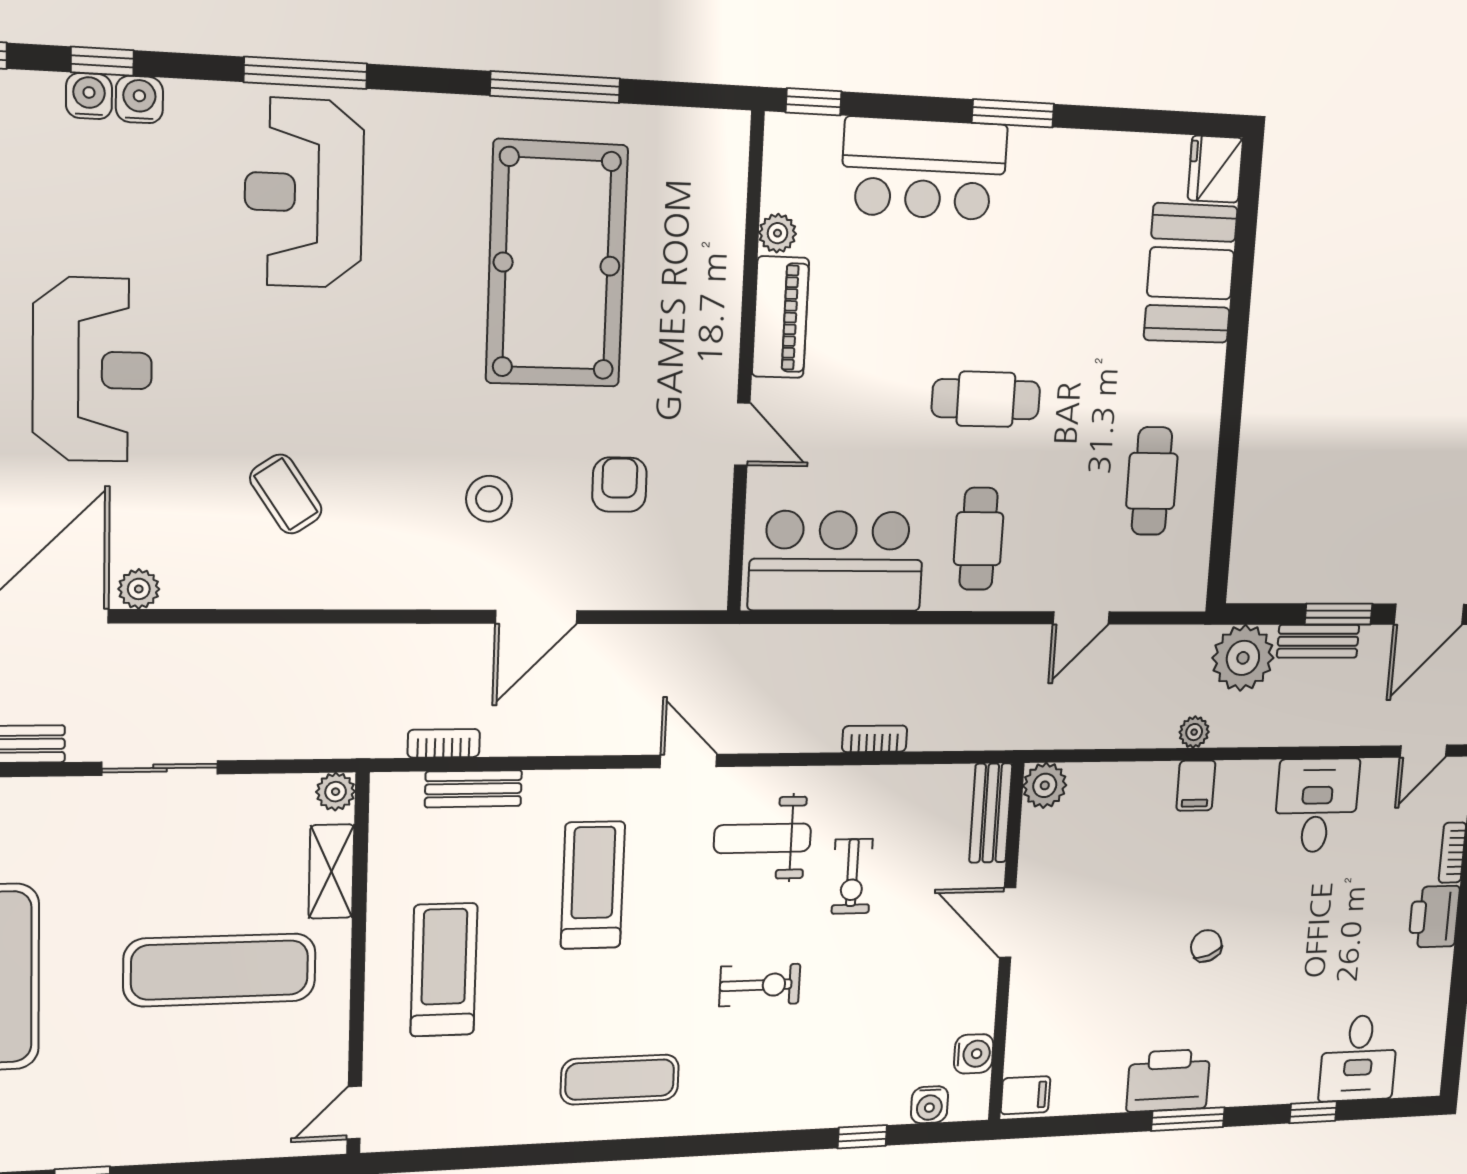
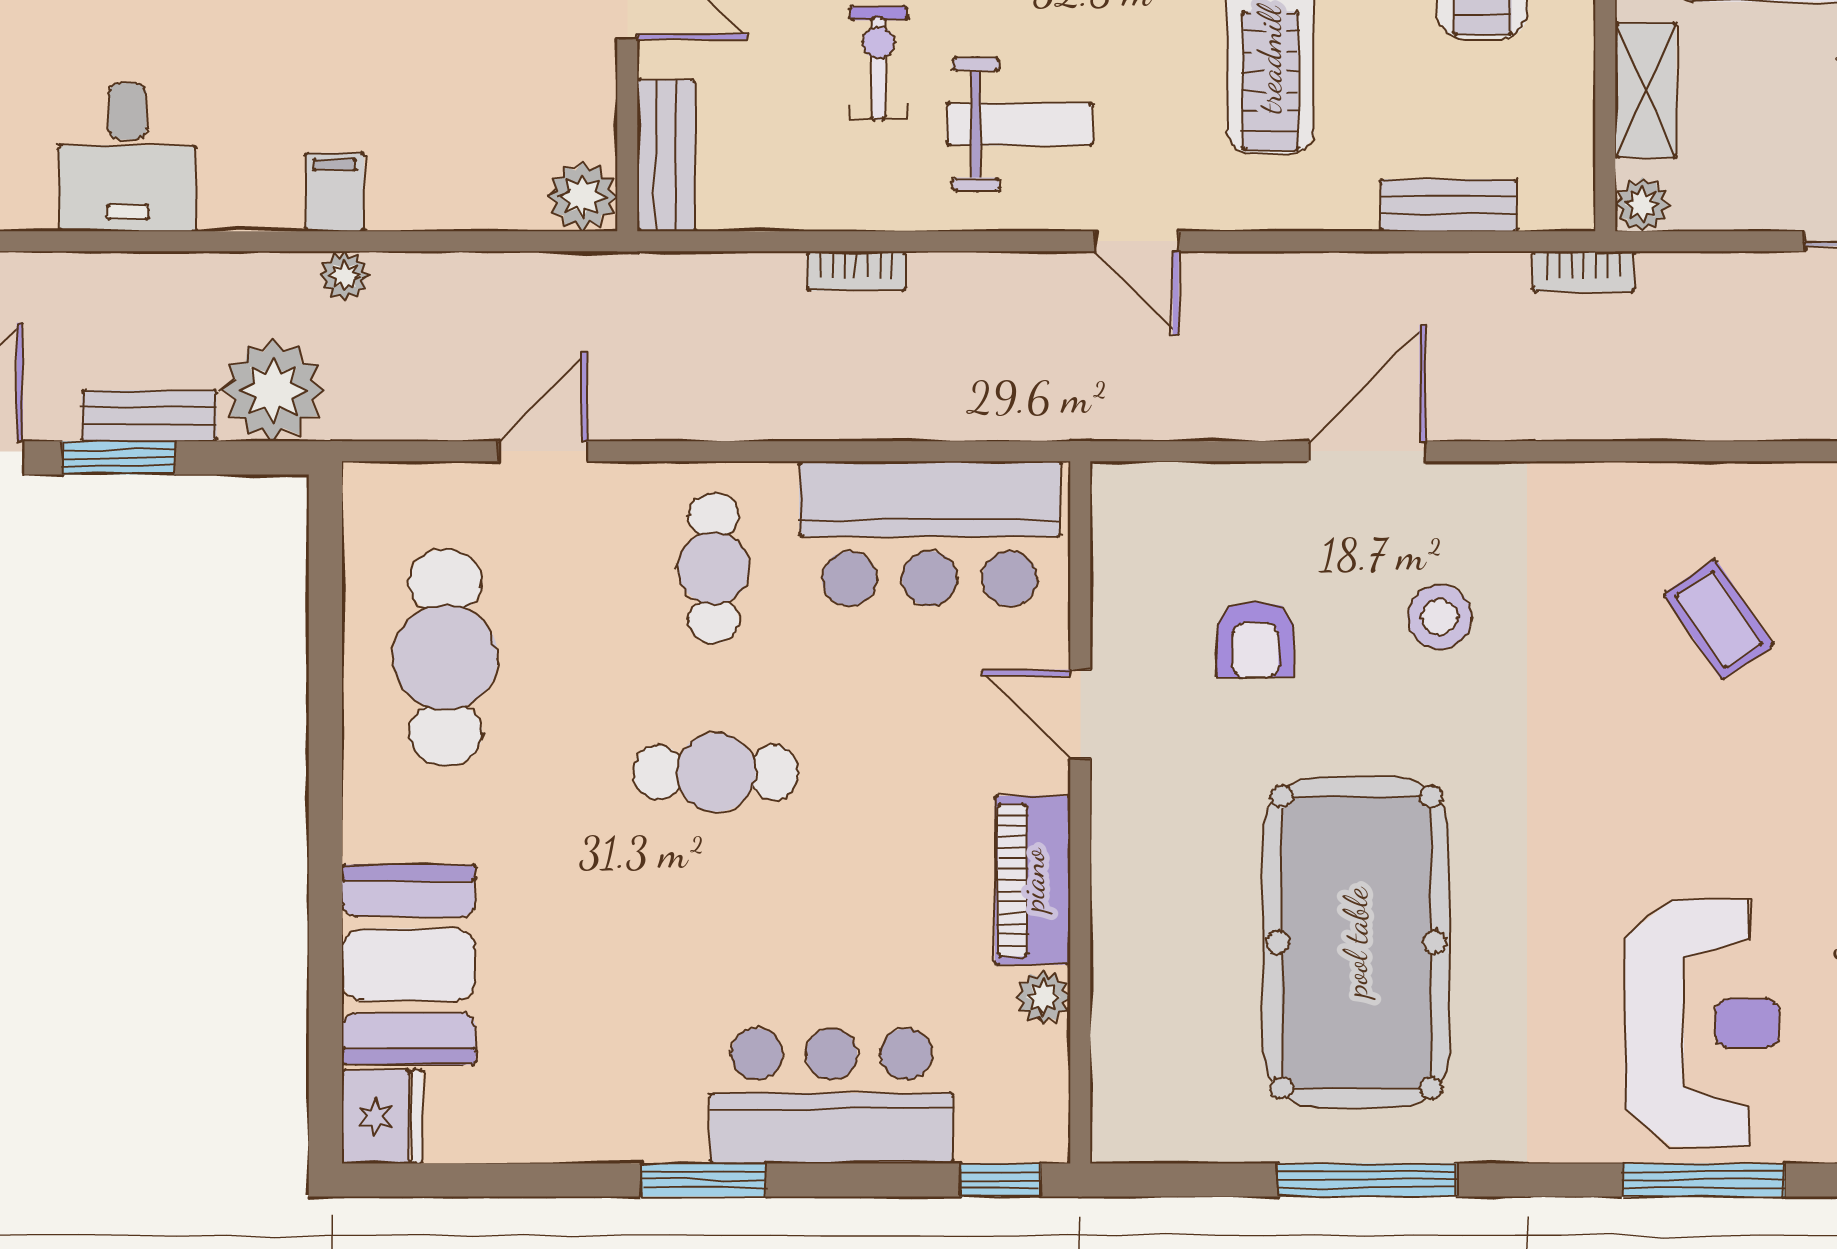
cafe table: (1152, 481) -> (445, 657), width x1.37, depth x1.35
bookcase: (444, 743) -> (1584, 271), moved

